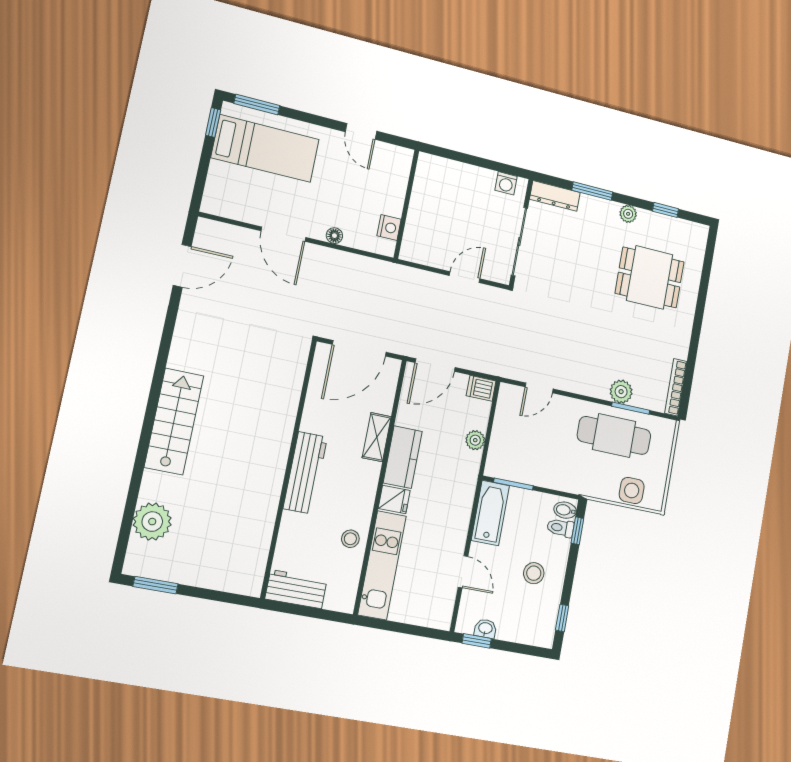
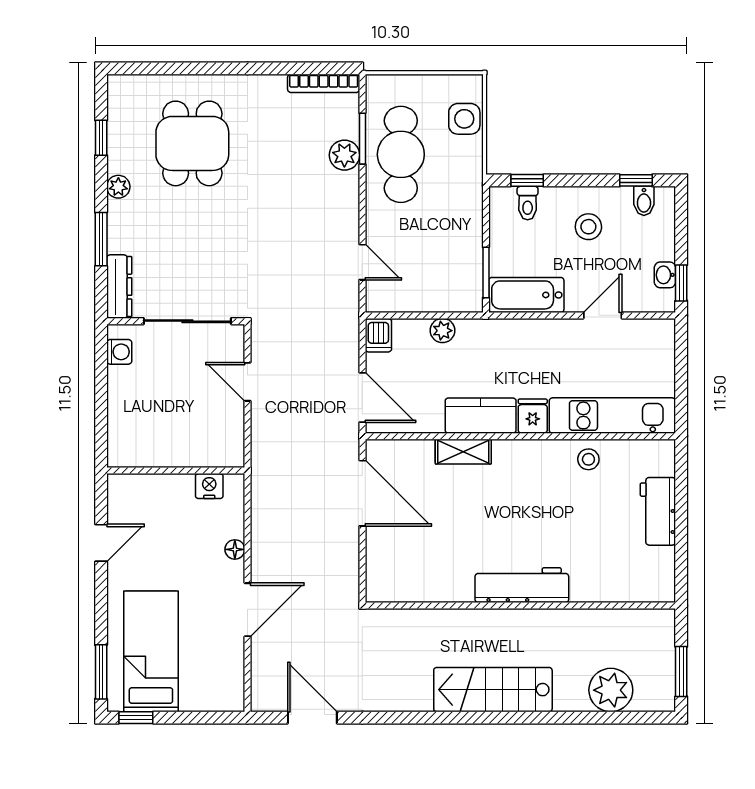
wall: (289, 468) -> (520, 606), moved
workbench: (305, 473) -> (522, 585), moved
bidet: (565, 510) -> (644, 201), moved

